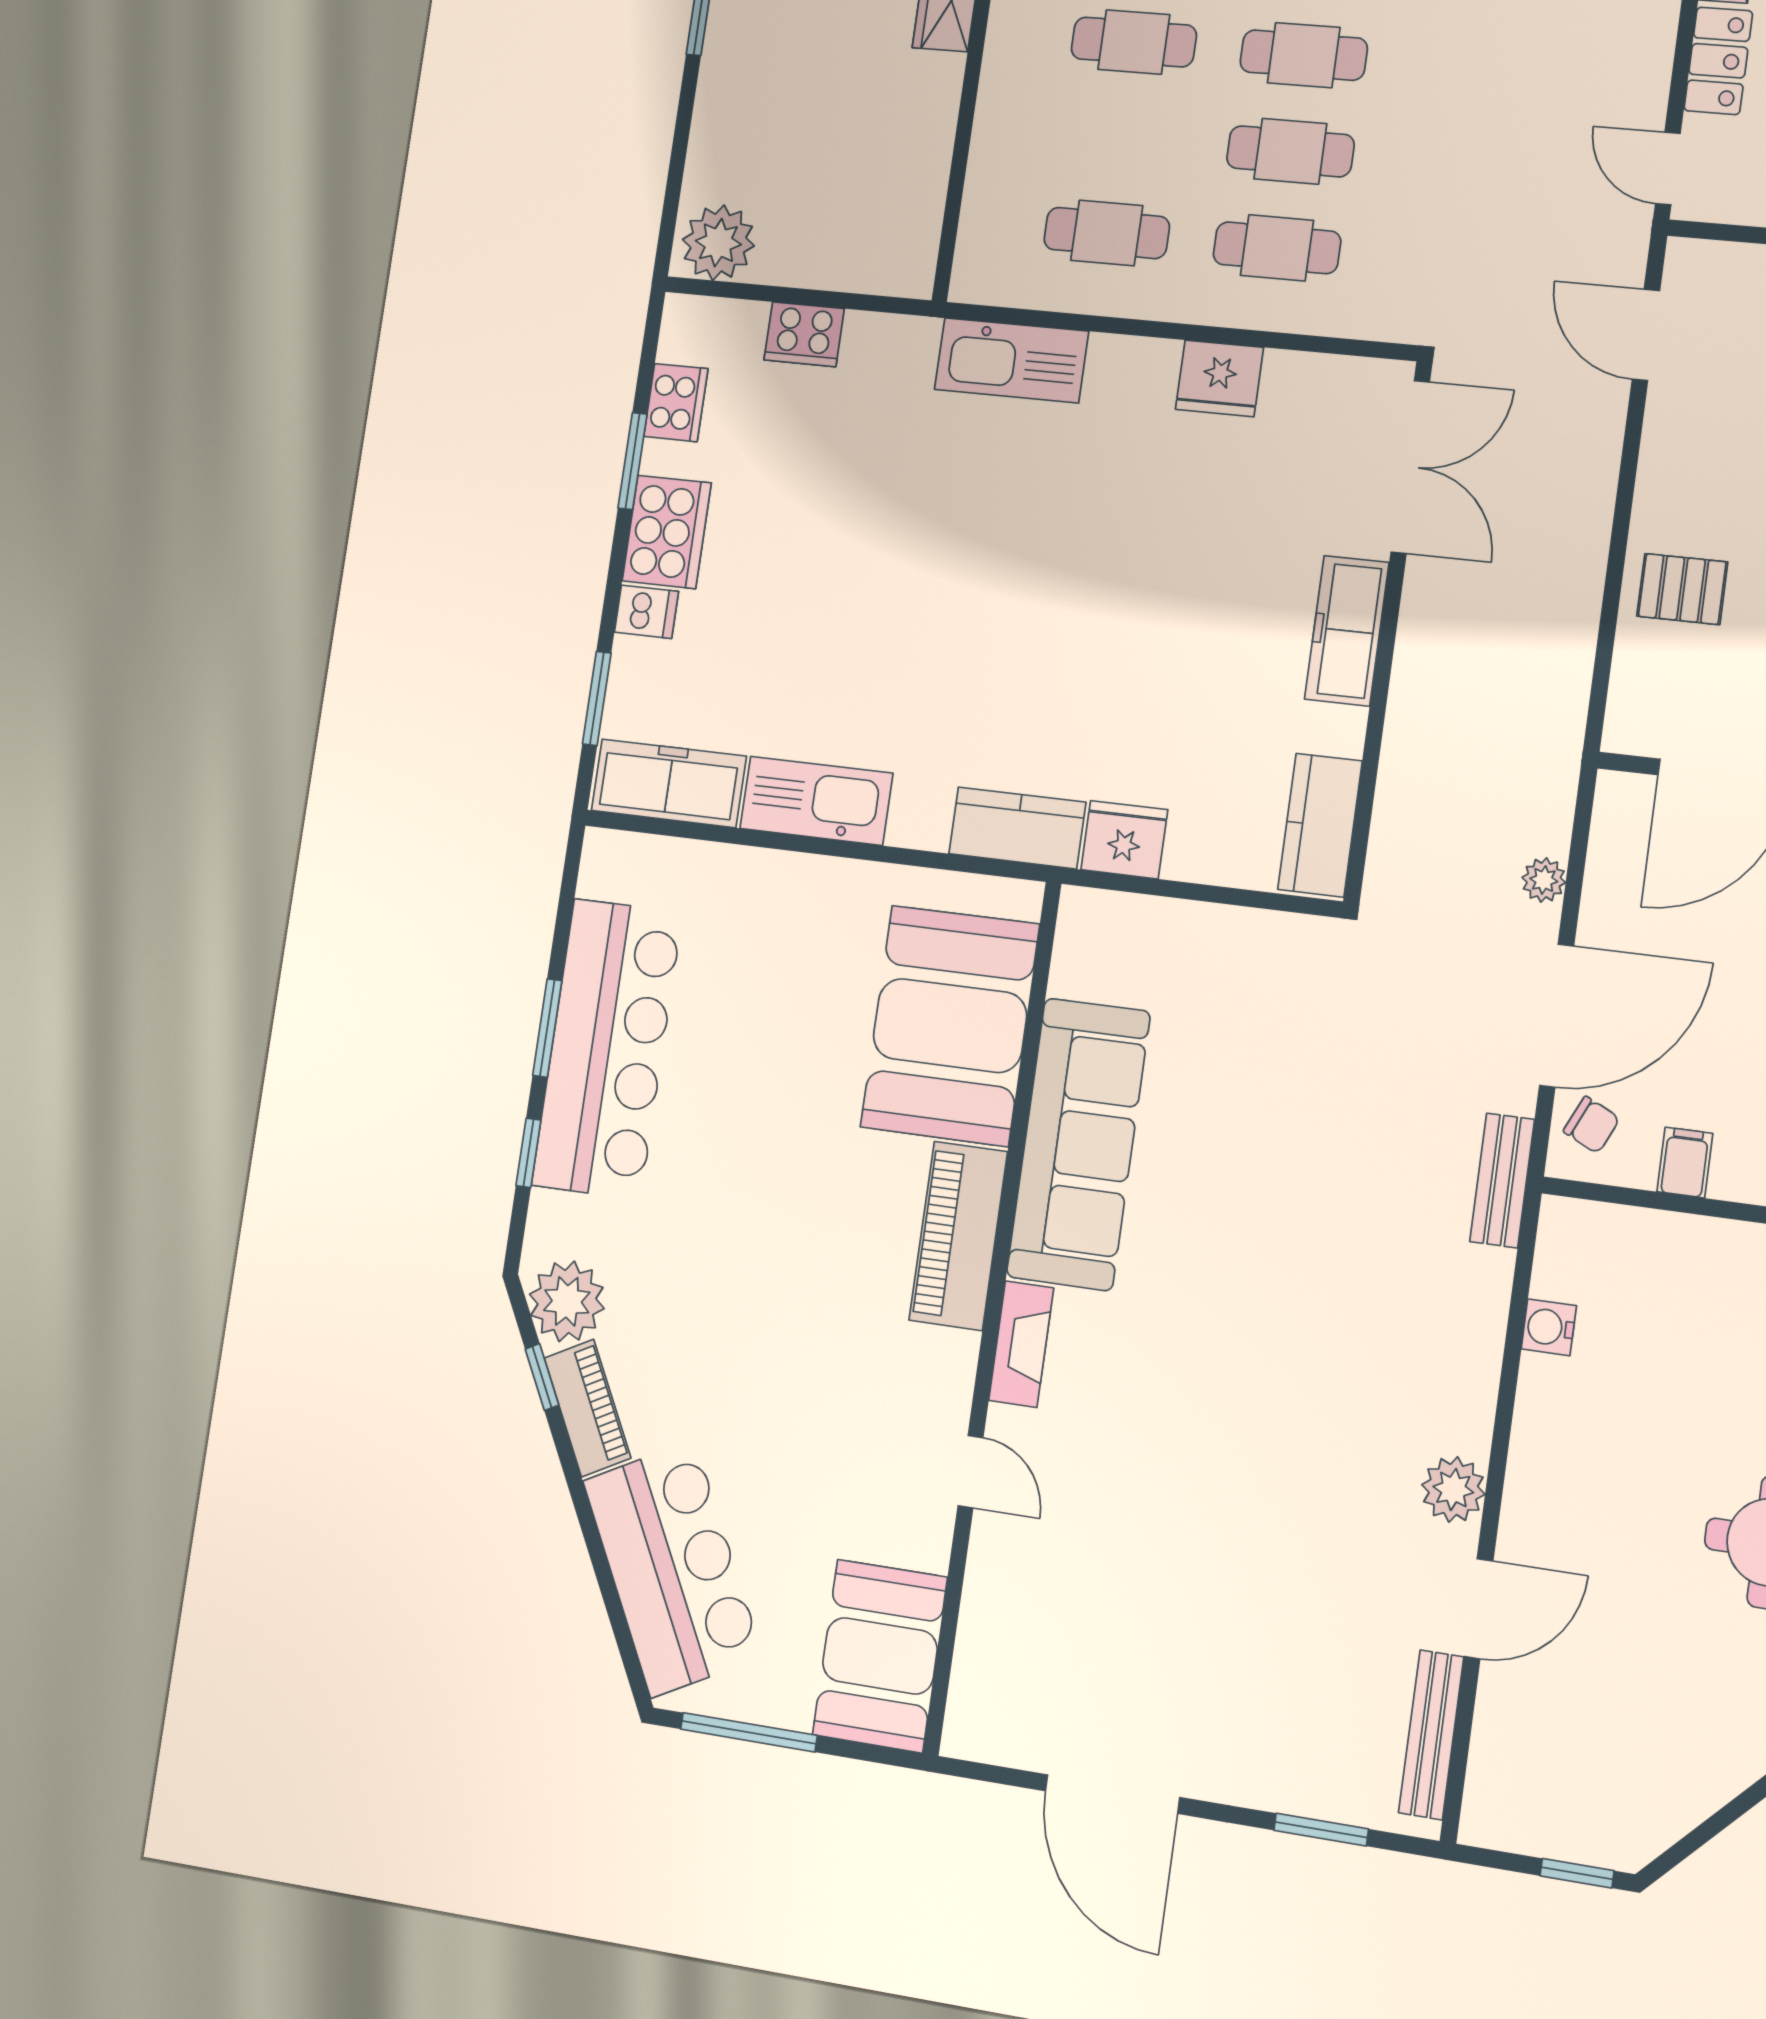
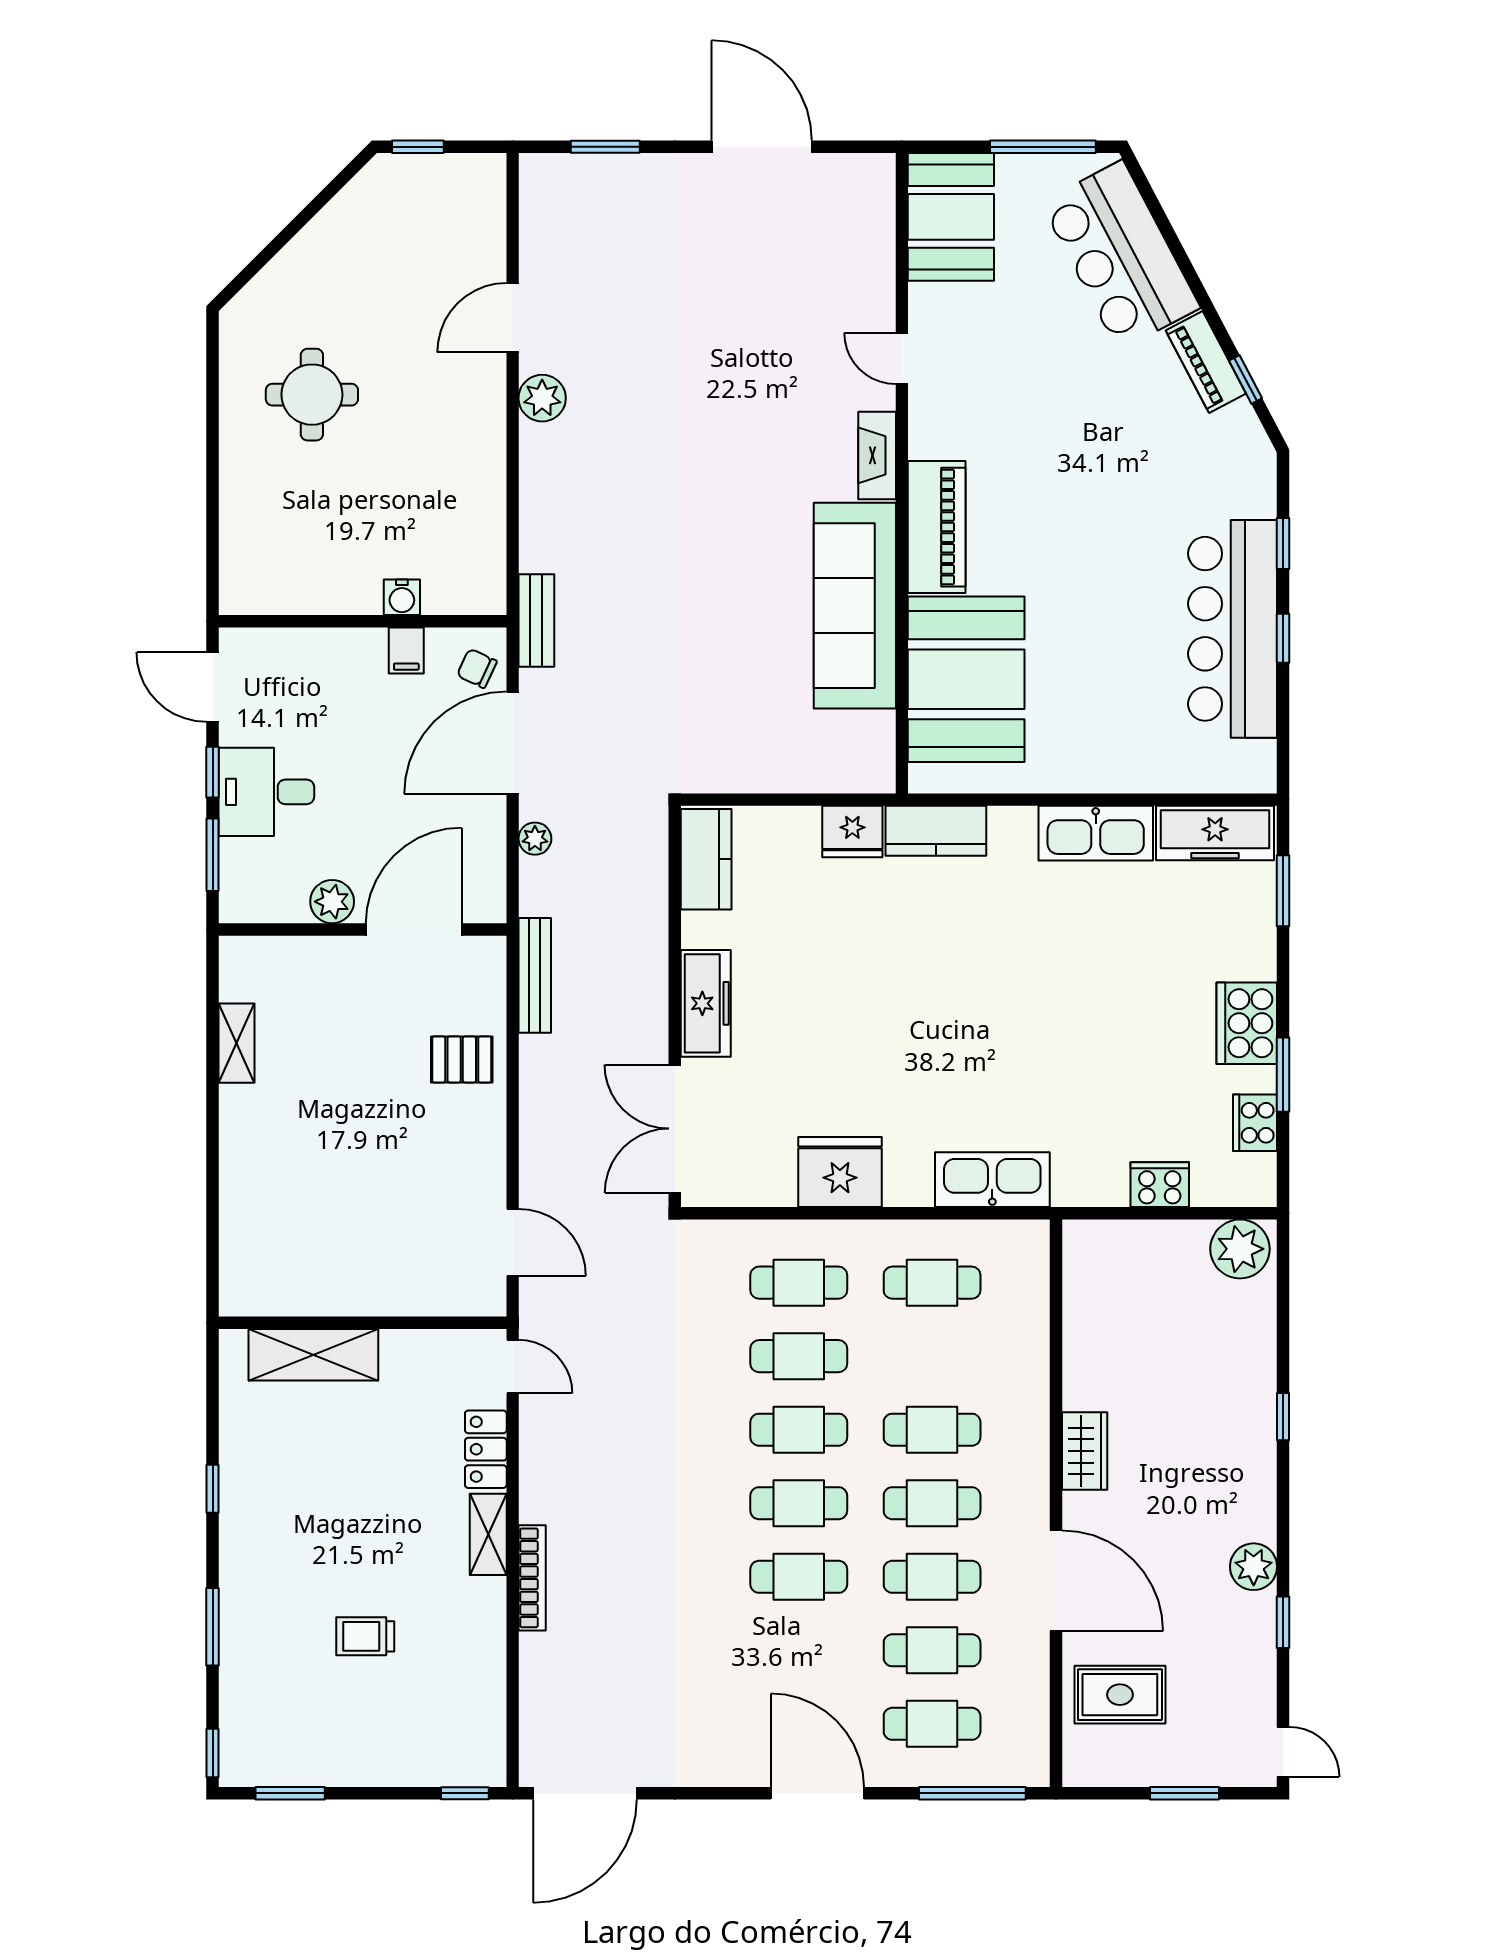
fridge: (1219, 378) -> (840, 1172), width x1.36, depth x1.34
dishwasher: (646, 612) -> (1254, 961), removed
window: (547, 1028) -> (1283, 638), width x0.67
plant: (567, 1301) -> (1235, 438), removed
water cooler: (1549, 1327) -> (402, 597), moved, turned 90
bench: (1431, 1735) -> (535, 975), moved

